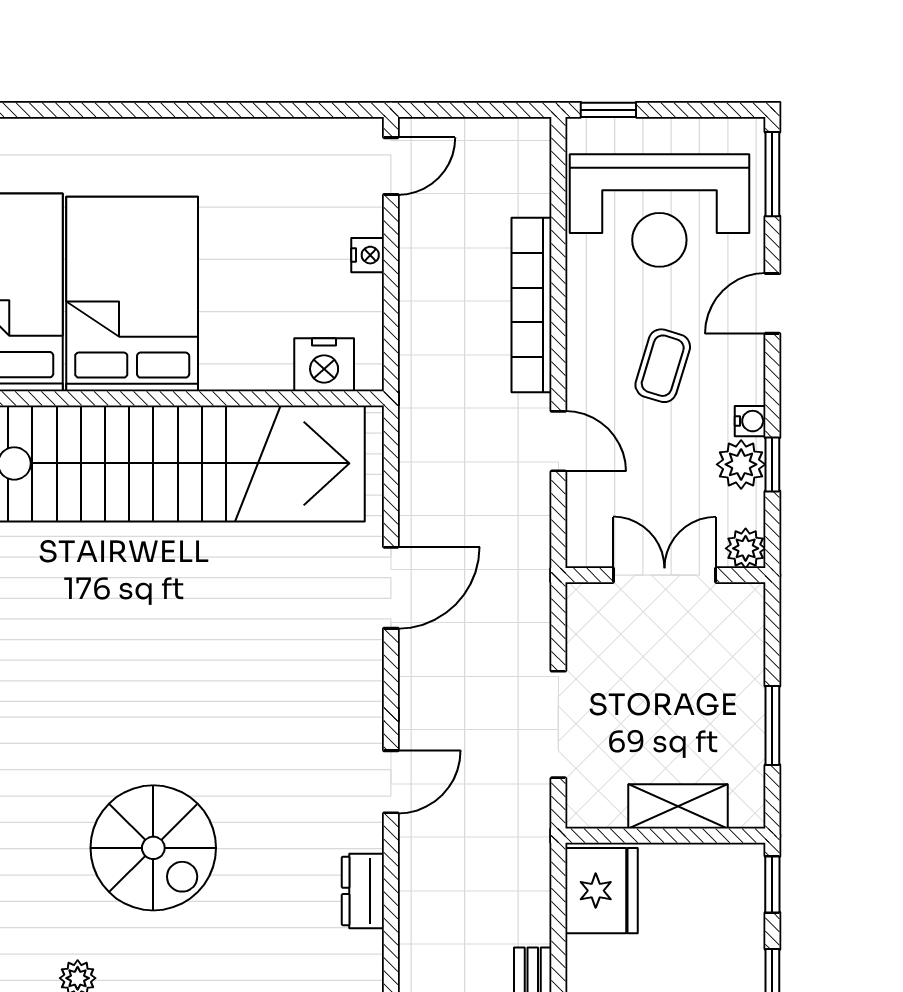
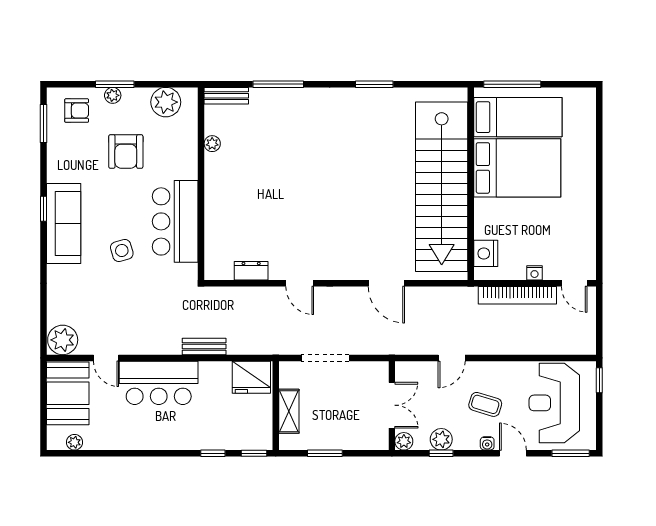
bookcase: (532, 305) -> (517, 295), moved, turned 180
water cooler: (750, 421) -> (487, 443), moved
spiral stairs: (153, 848) -> (270, 177), removed

